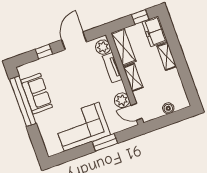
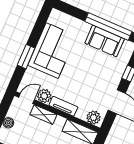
tv unit: (112, 68) -> (63, 106), moved
shelving: (133, 77) -> (43, 115), moved

